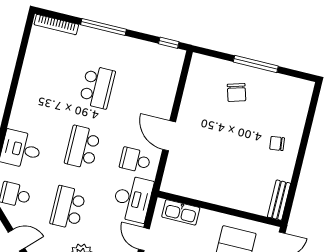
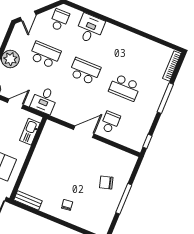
school desk: (135, 160) -> (110, 122), moved
desk: (133, 199) -> (44, 100), width x0.73

